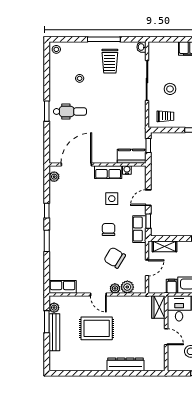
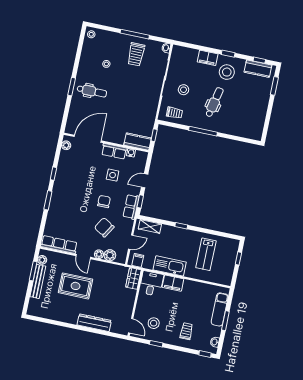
filing cabinet: (172, 286) -> (138, 260), moved
row of seats: (63, 287) -> (59, 245), width x1.48
door: (166, 337) -> (131, 326), moved

